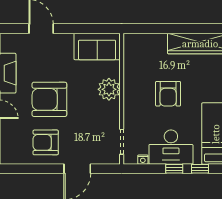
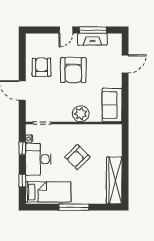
armchair: (168, 94) -> (77, 157), turned -45
armchair: (49, 99) -> (73, 70), turned 180
window: (174, 169) -> (22, 148), moved

